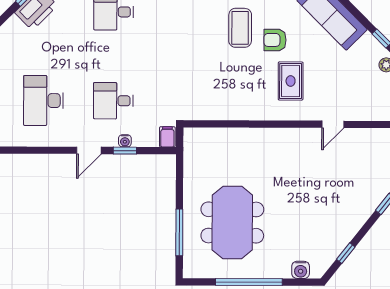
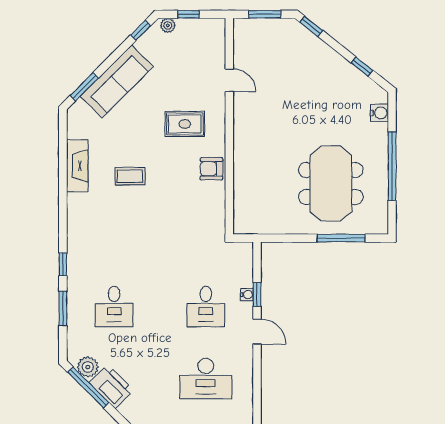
coffee table: (240, 28) -> (130, 176), width x0.73, depth x0.77
armchair: (275, 40) -> (212, 169), moved, turned 90
filing cabinet: (167, 137) -> (243, 251), removed
meeting table: (232, 223) -> (331, 183), turned 90

